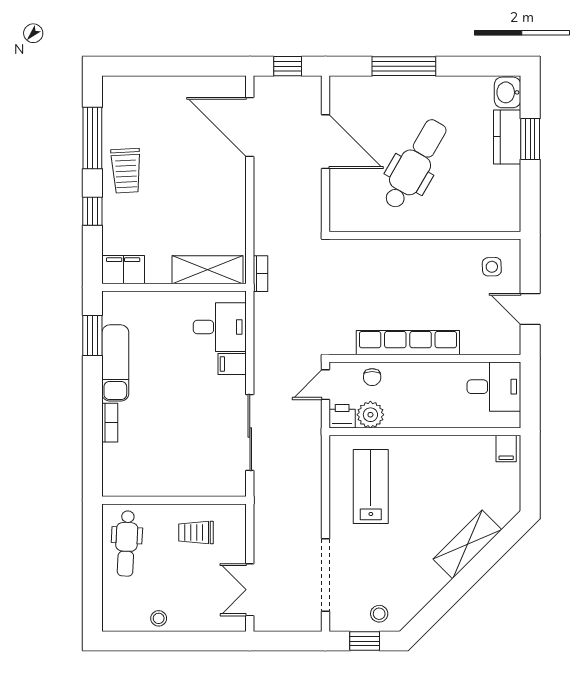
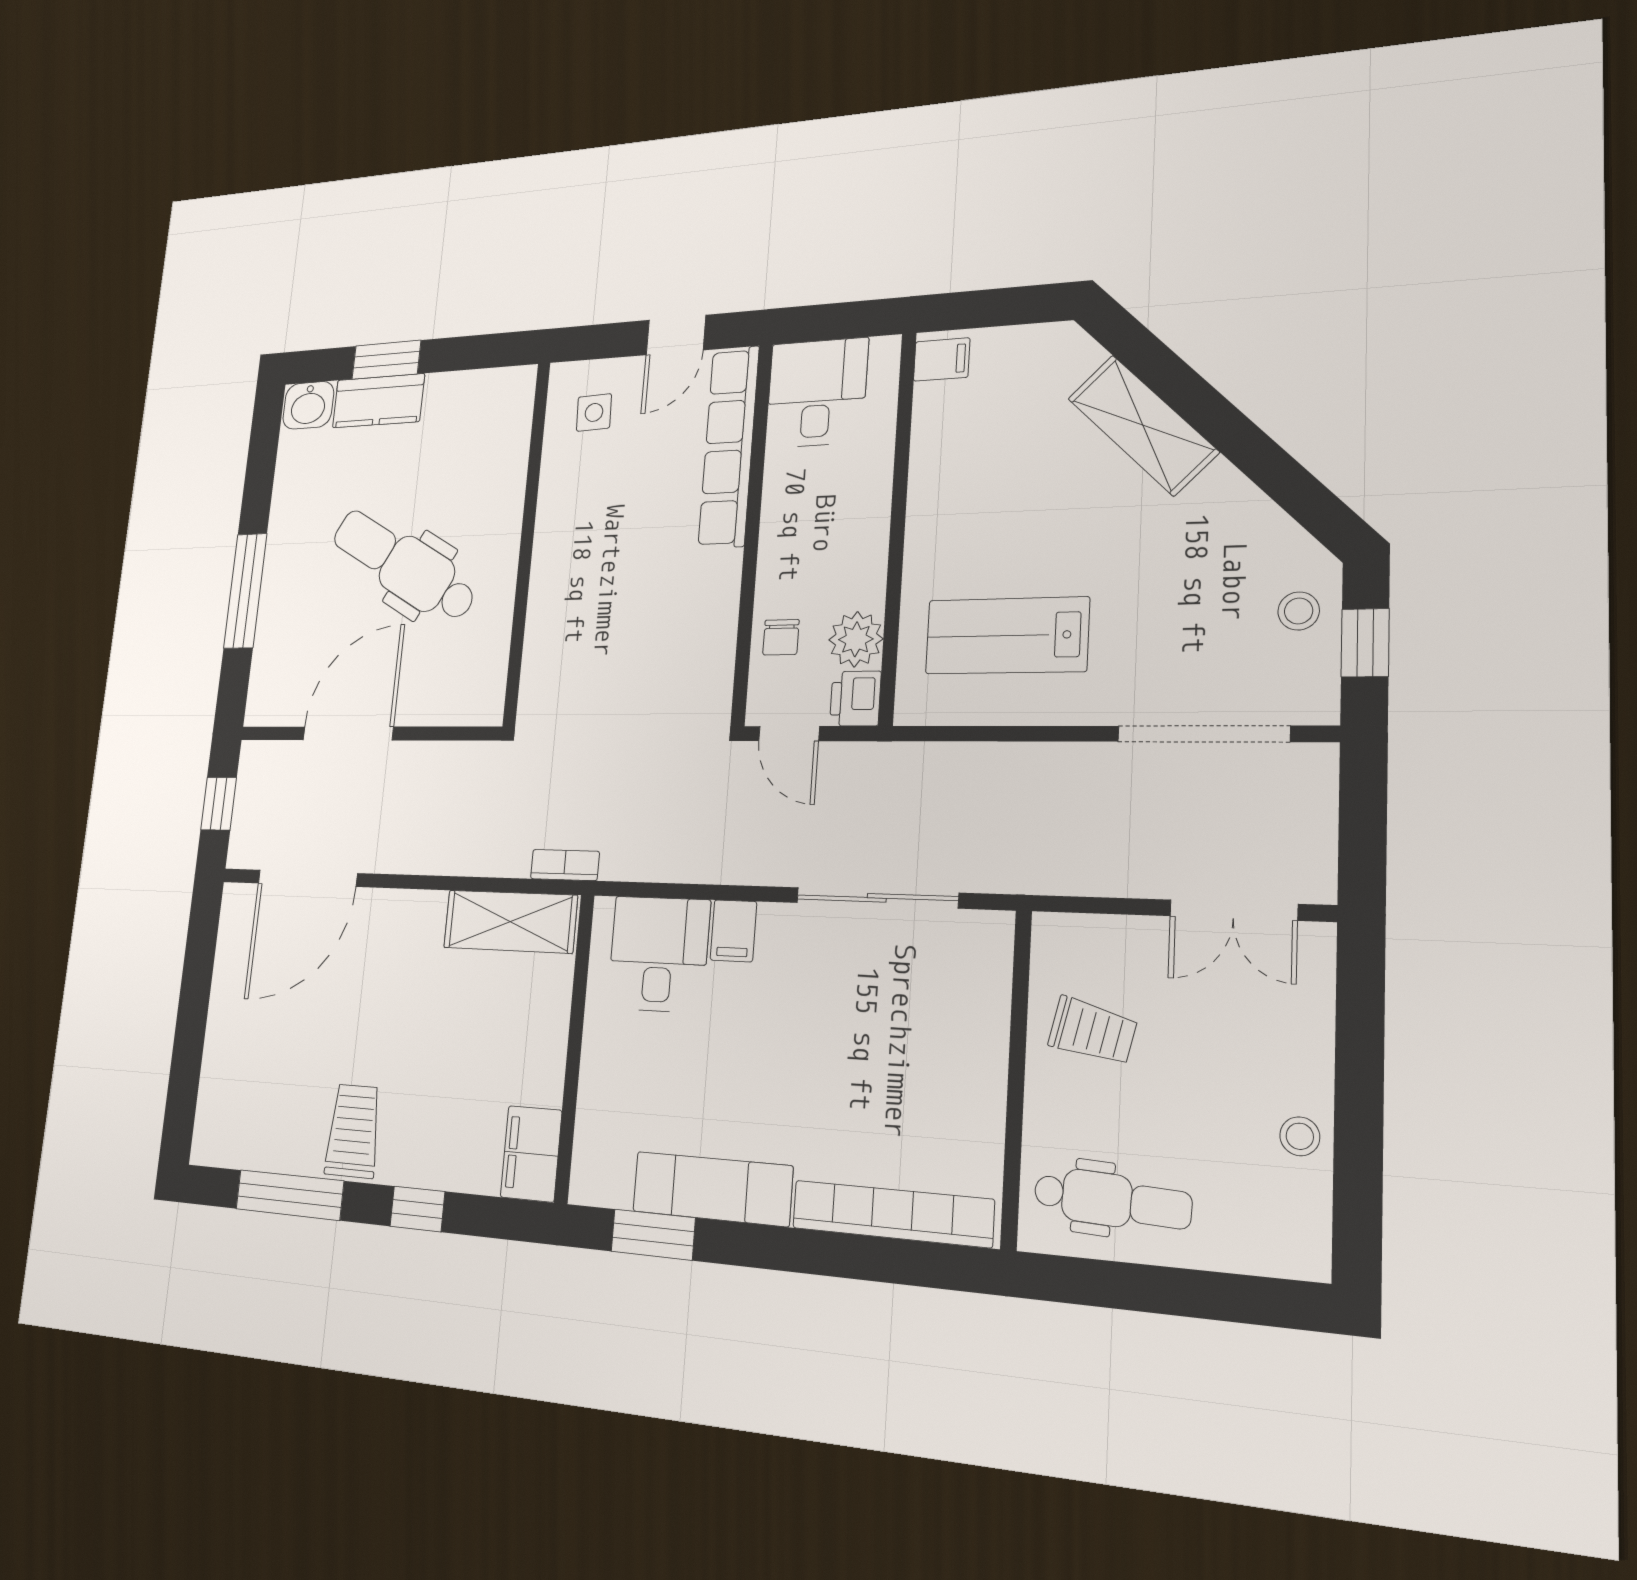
trolley: (126, 171) -> (353, 1131), turned -87
shelving: (207, 270) -> (510, 922), moved, turned 90
row of seats: (408, 343) -> (729, 447), moved
chair: (372, 377) -> (781, 637), turned 90
bookcase: (110, 423) -> (892, 1214), width x2.31, depth x1.31
trolley: (196, 532) -> (1093, 1031), turned -77

